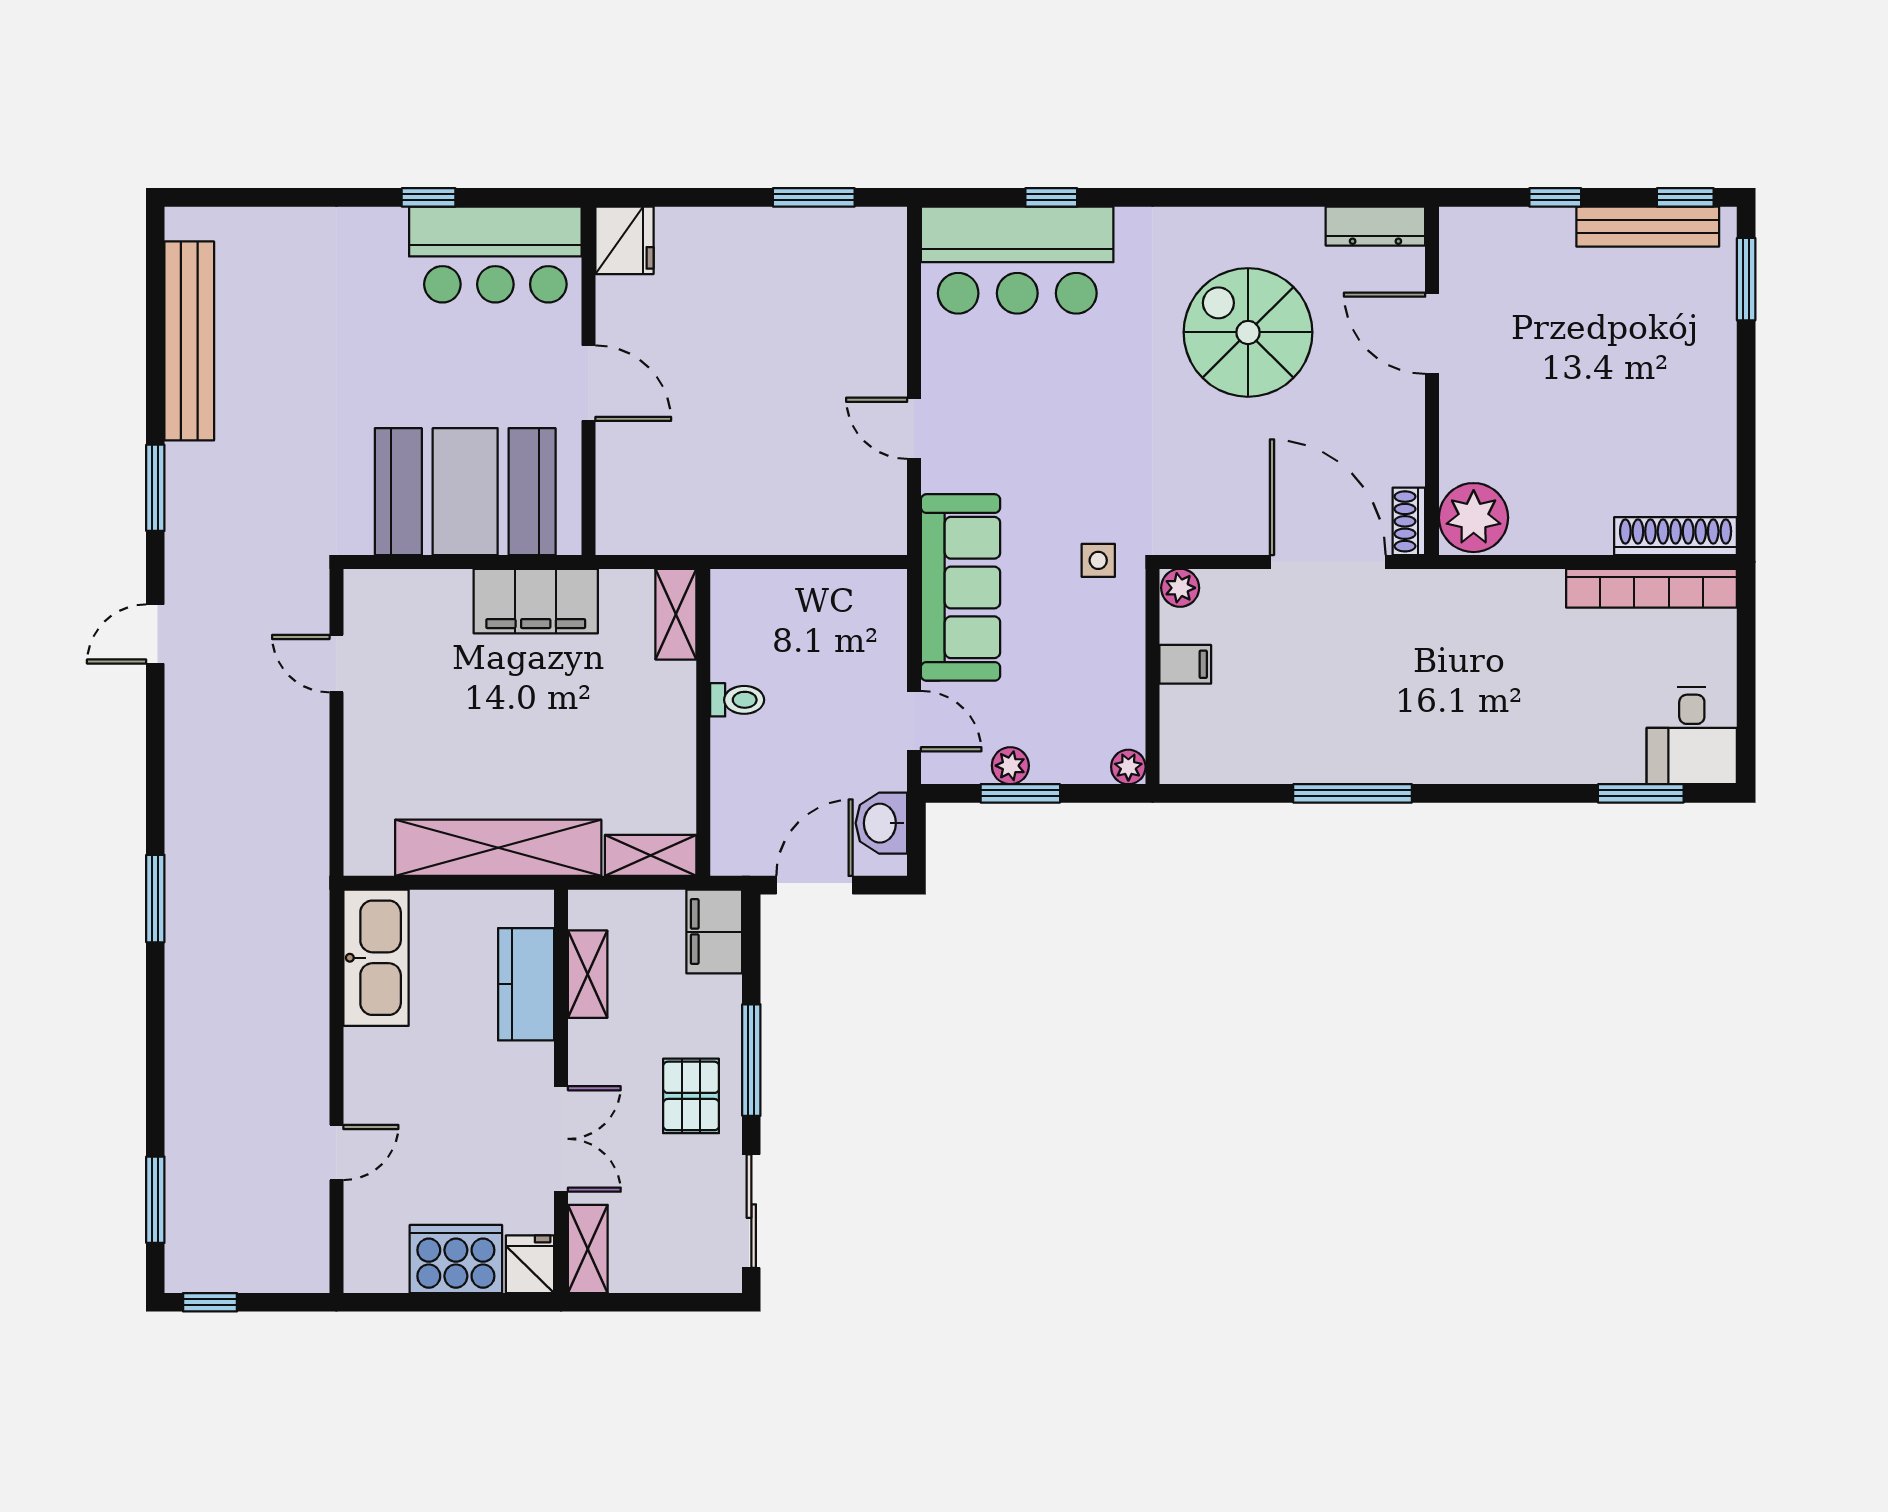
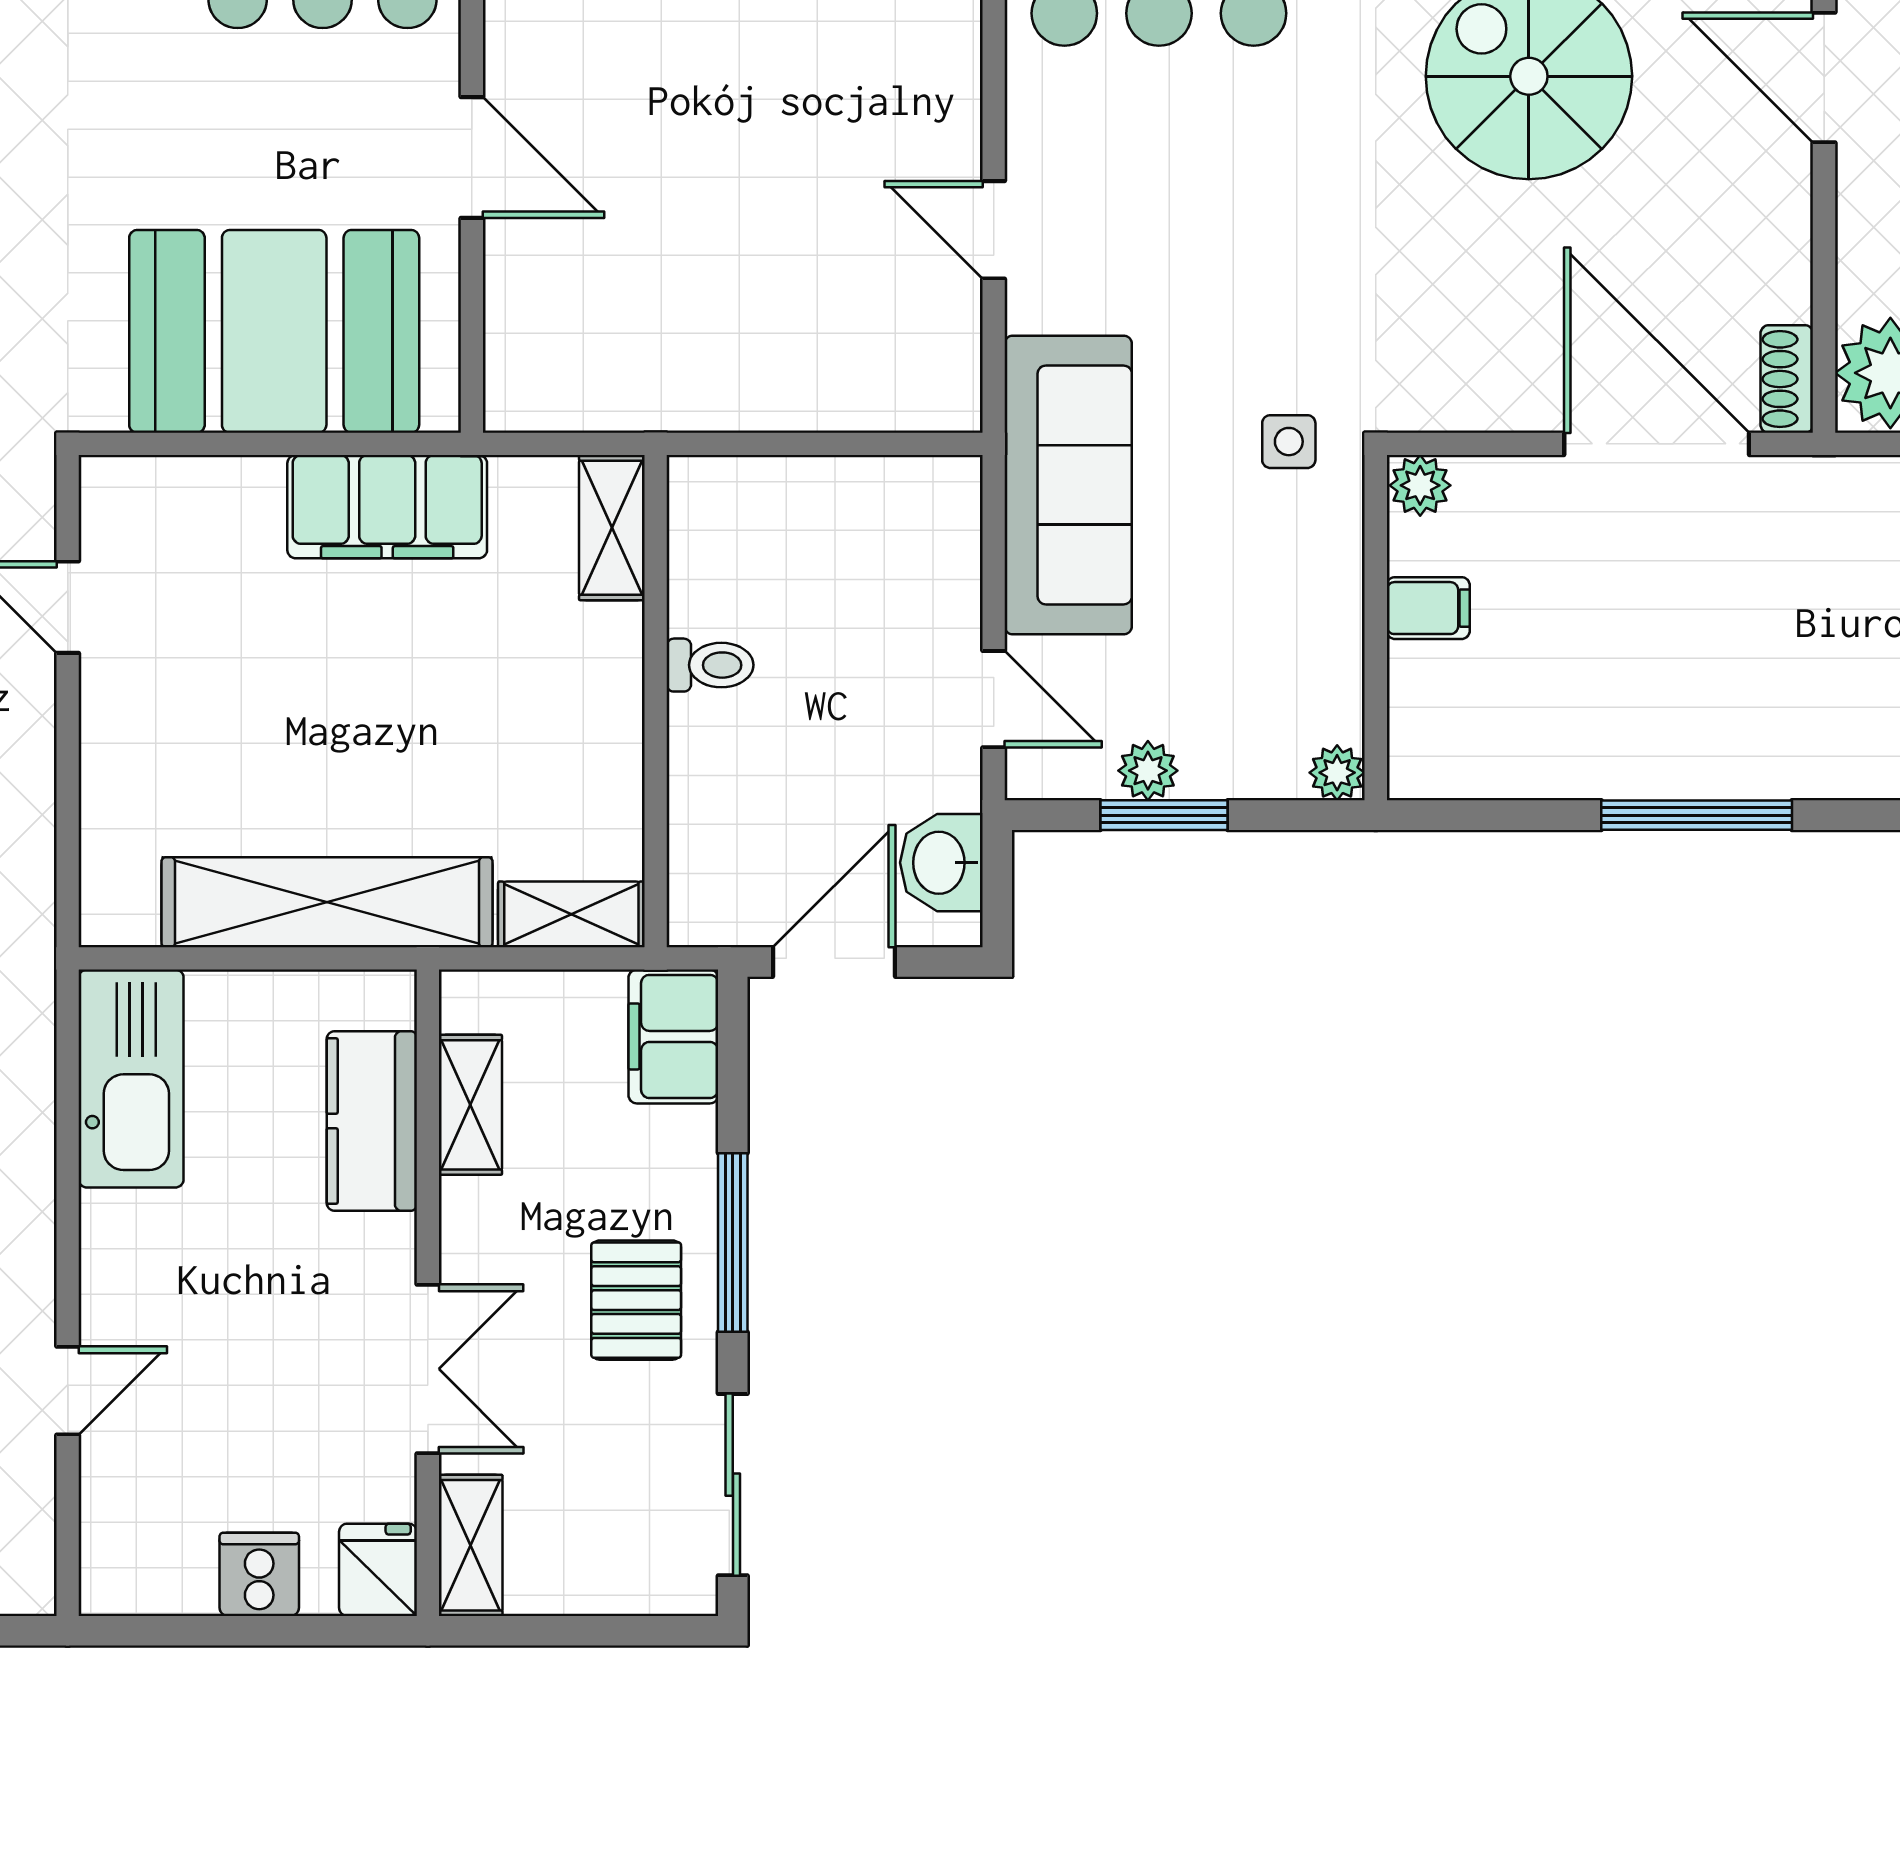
cooker: (456, 1259) -> (259, 1574), width x0.53, depth x0.76

